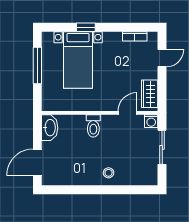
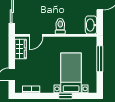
window: (37, 65) -> (100, 59), moved
washing machine: (151, 121) -> (19, 30), removed

